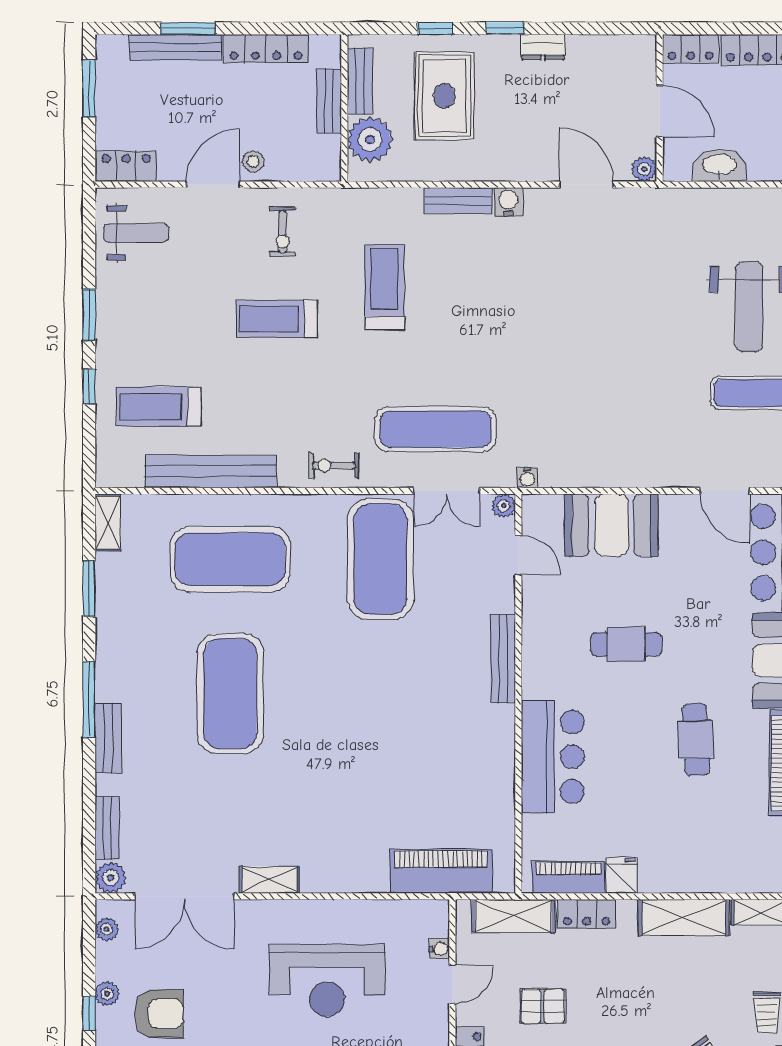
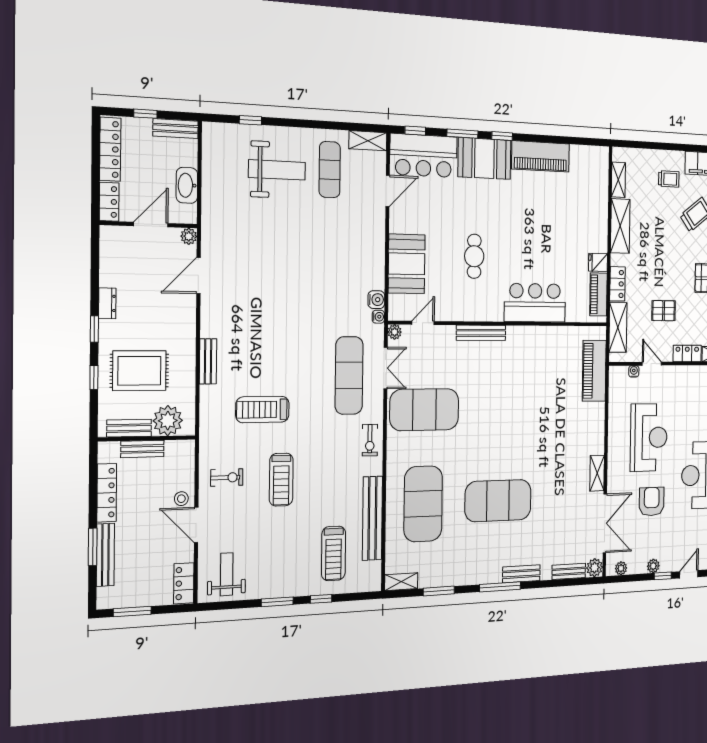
water cooler: (509, 202) -> (376, 300), moved, turned 180
cafe table: (696, 739) -> (527, 215), removed
pallet: (543, 1006) -> (664, 311), turned 90
armchair: (159, 1014) -> (652, 502), moved

